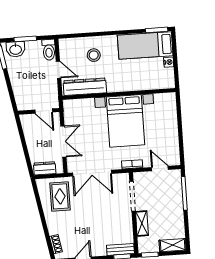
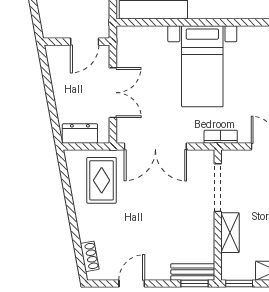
door: (44, 111) -> (85, 42), hinge flipped
bed with nightstands: (125, 121) -> (202, 66), width x0.73

